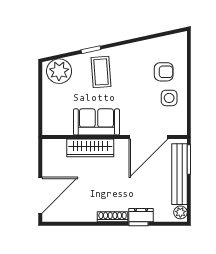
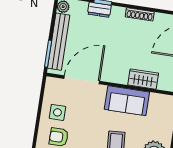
wardrobe: (90, 148) -> (143, 79), width x0.67
shoe rack: (113, 217) -> (140, 14), moved

